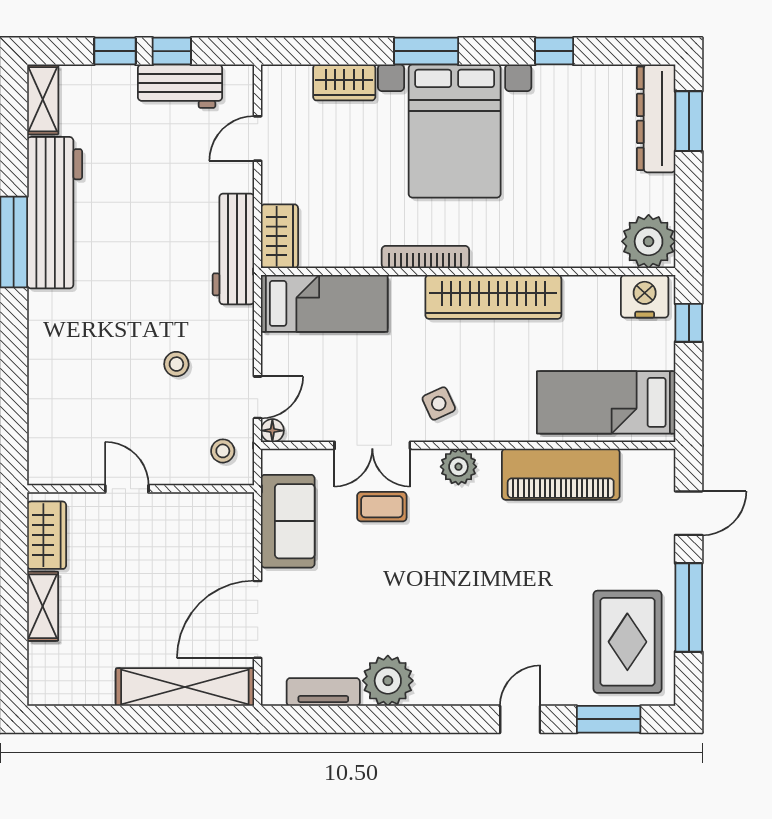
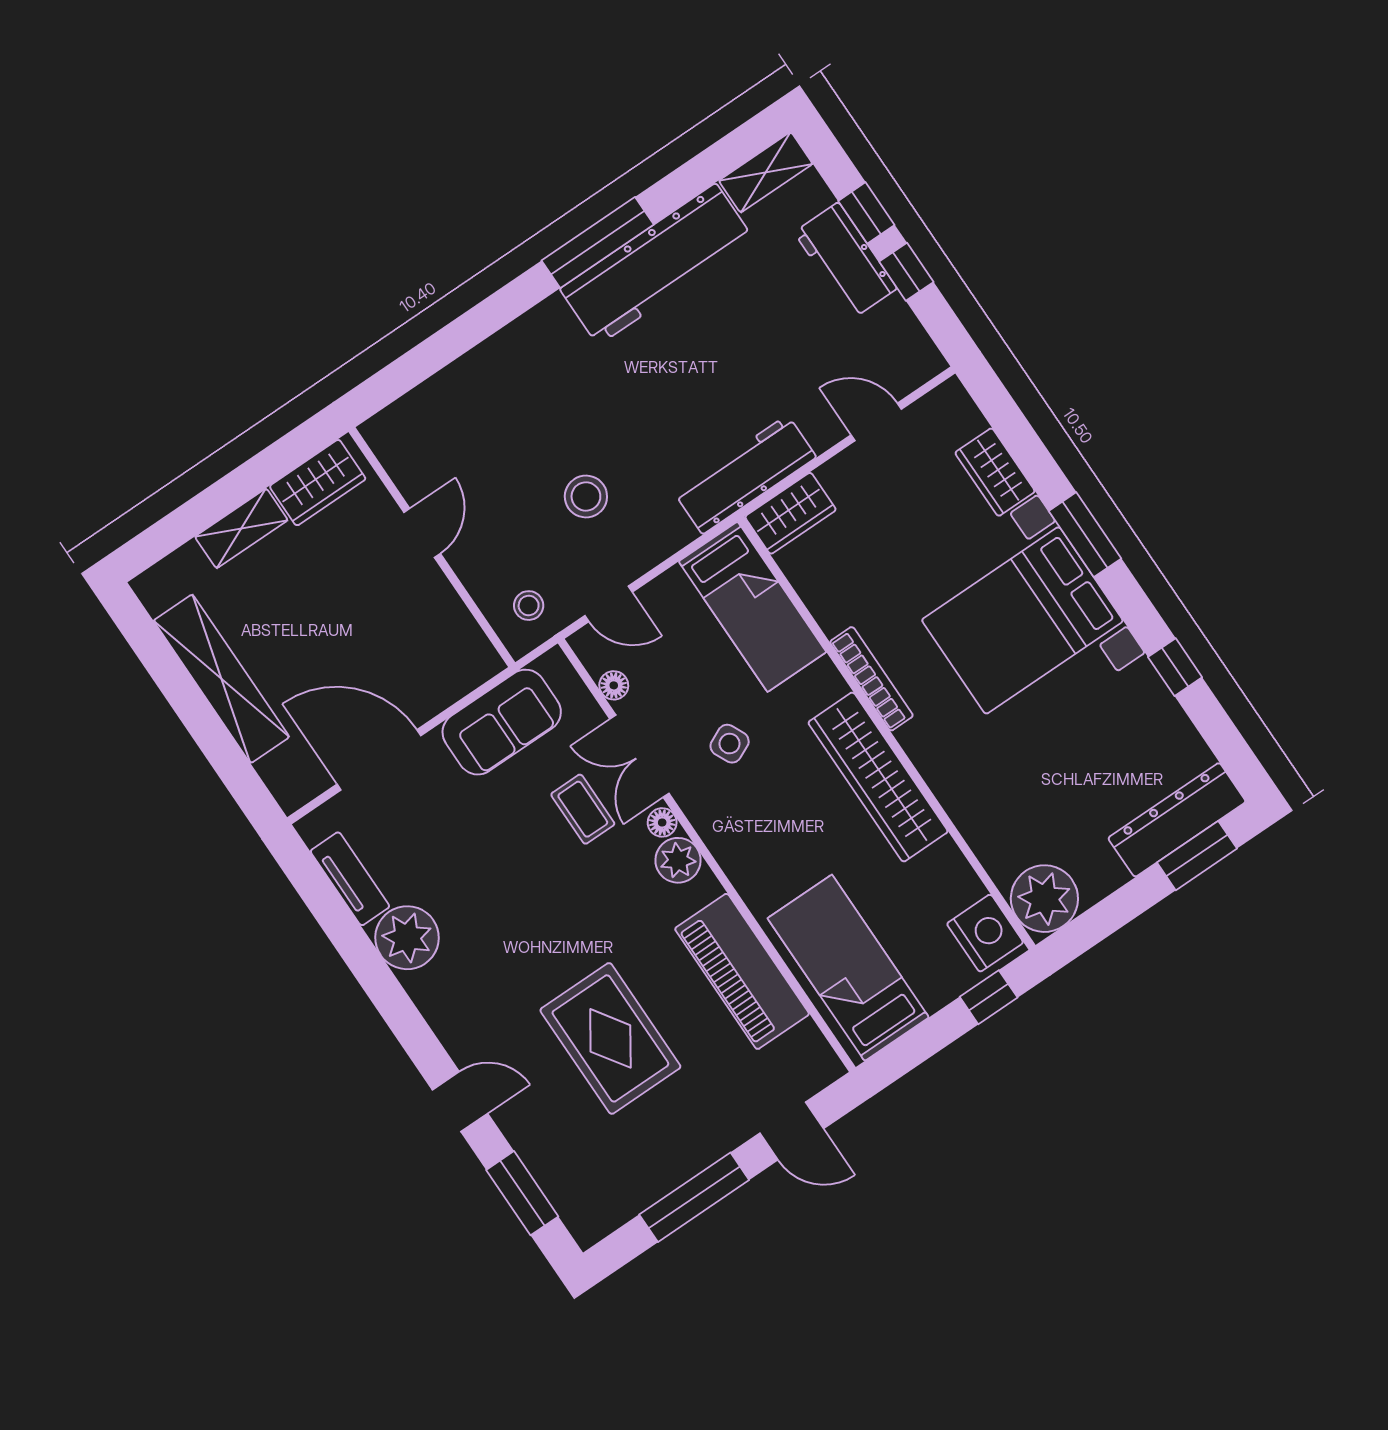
workbench: (180, 86) -> (846, 260), moved
stool: (176, 364) -> (586, 496), width x1.37, depth x1.37
side table: (439, 404) -> (730, 744), moved
floor lamp: (272, 431) -> (614, 685), moved
floor lamp: (426, 460) -> (662, 822), added
rug: (627, 642) -> (610, 1038), moved, turned 90
shelving: (185, 687) -> (221, 679), moved

